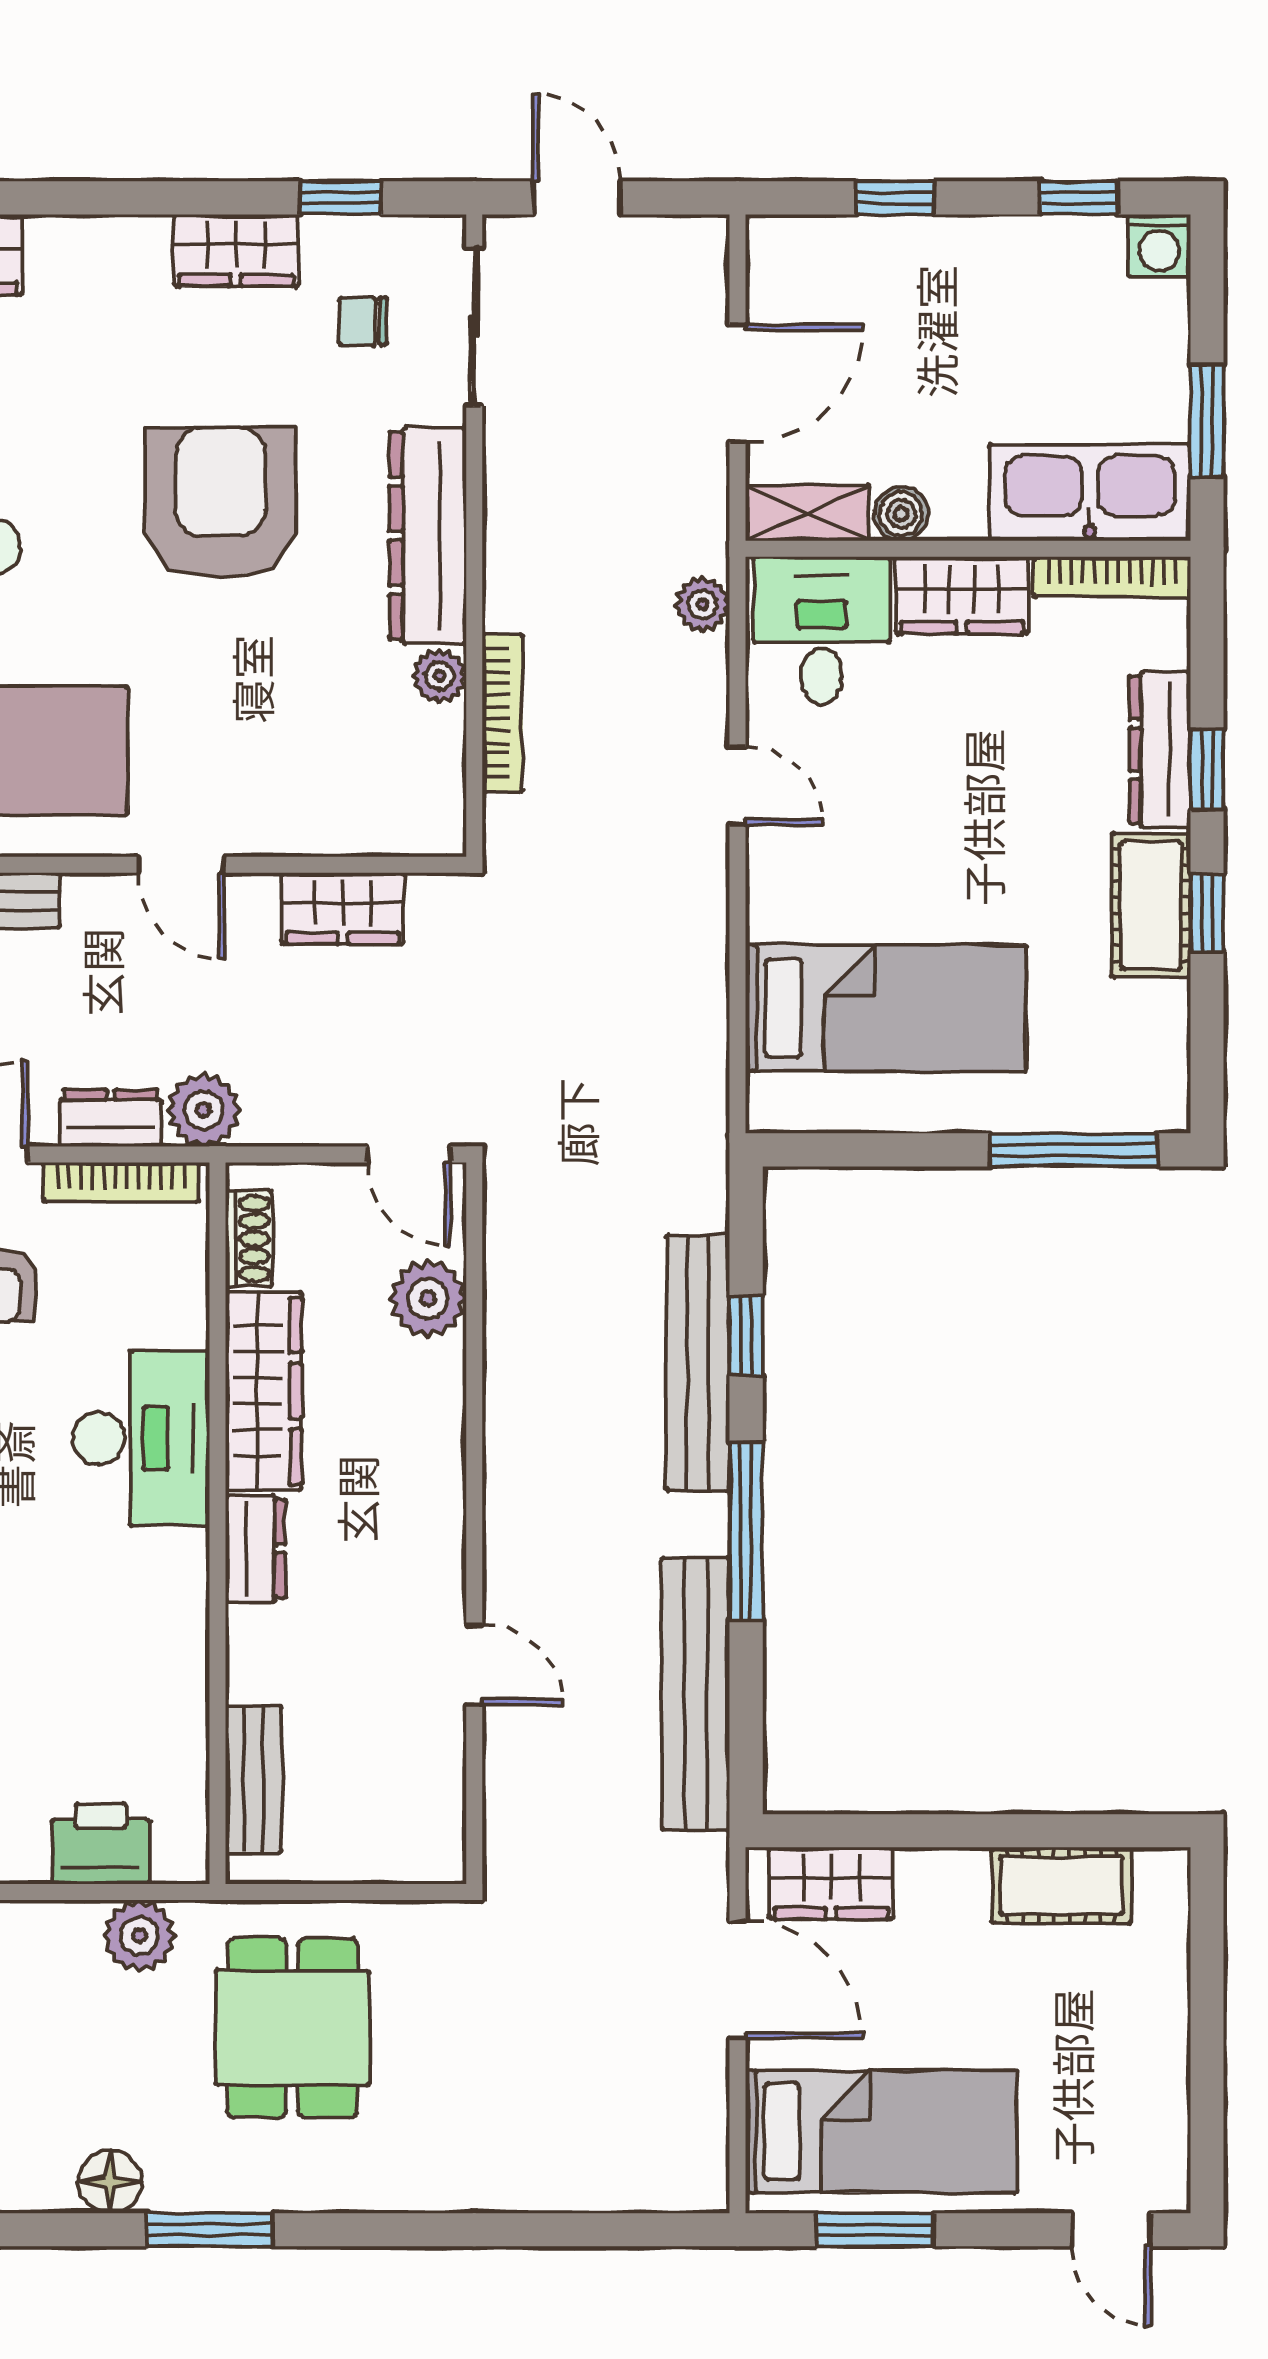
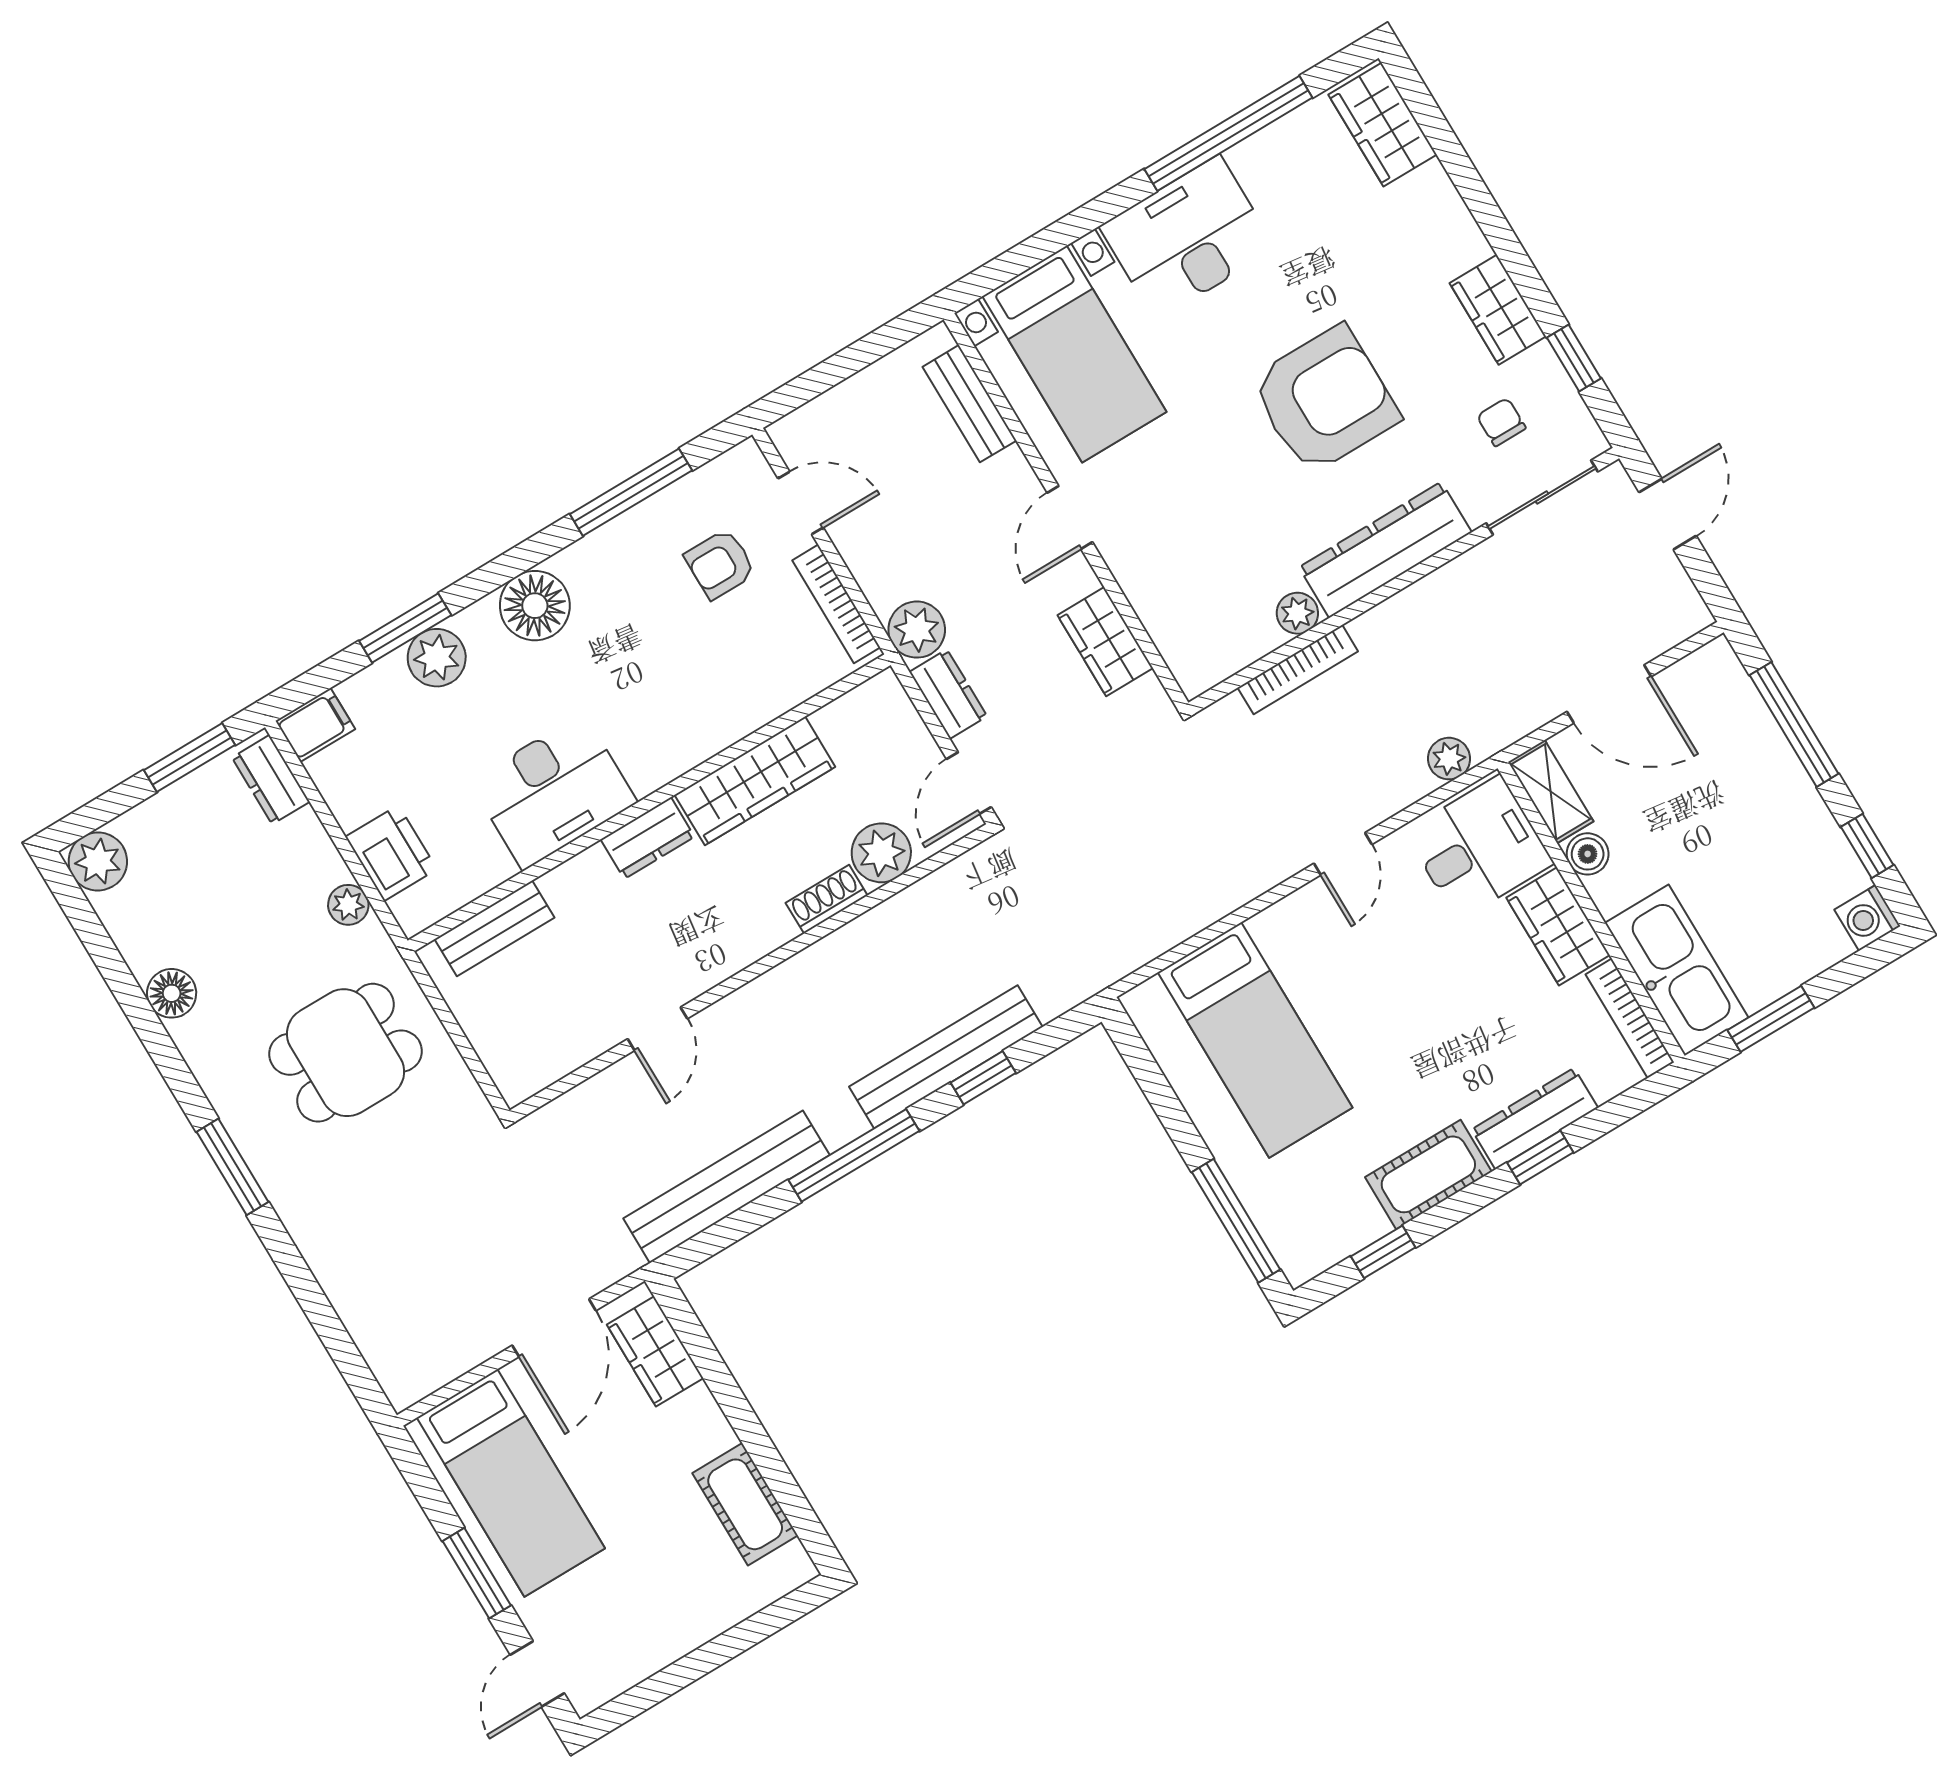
window: (895, 198) -> (1794, 724), width x2.17
window: (1207, 913) -> (1383, 1252), moved
dresser: (111, 1118) -> (948, 694), moved
shoe rack: (249, 1239) -> (827, 899), moved, turned 180
desk: (141, 1438) -> (553, 792), moved
plant: (139, 1936) -> (348, 905), width x0.73, depth x0.73
window: (210, 2230) -> (233, 1167), moved
window: (875, 2230) -> (477, 1573), moved

